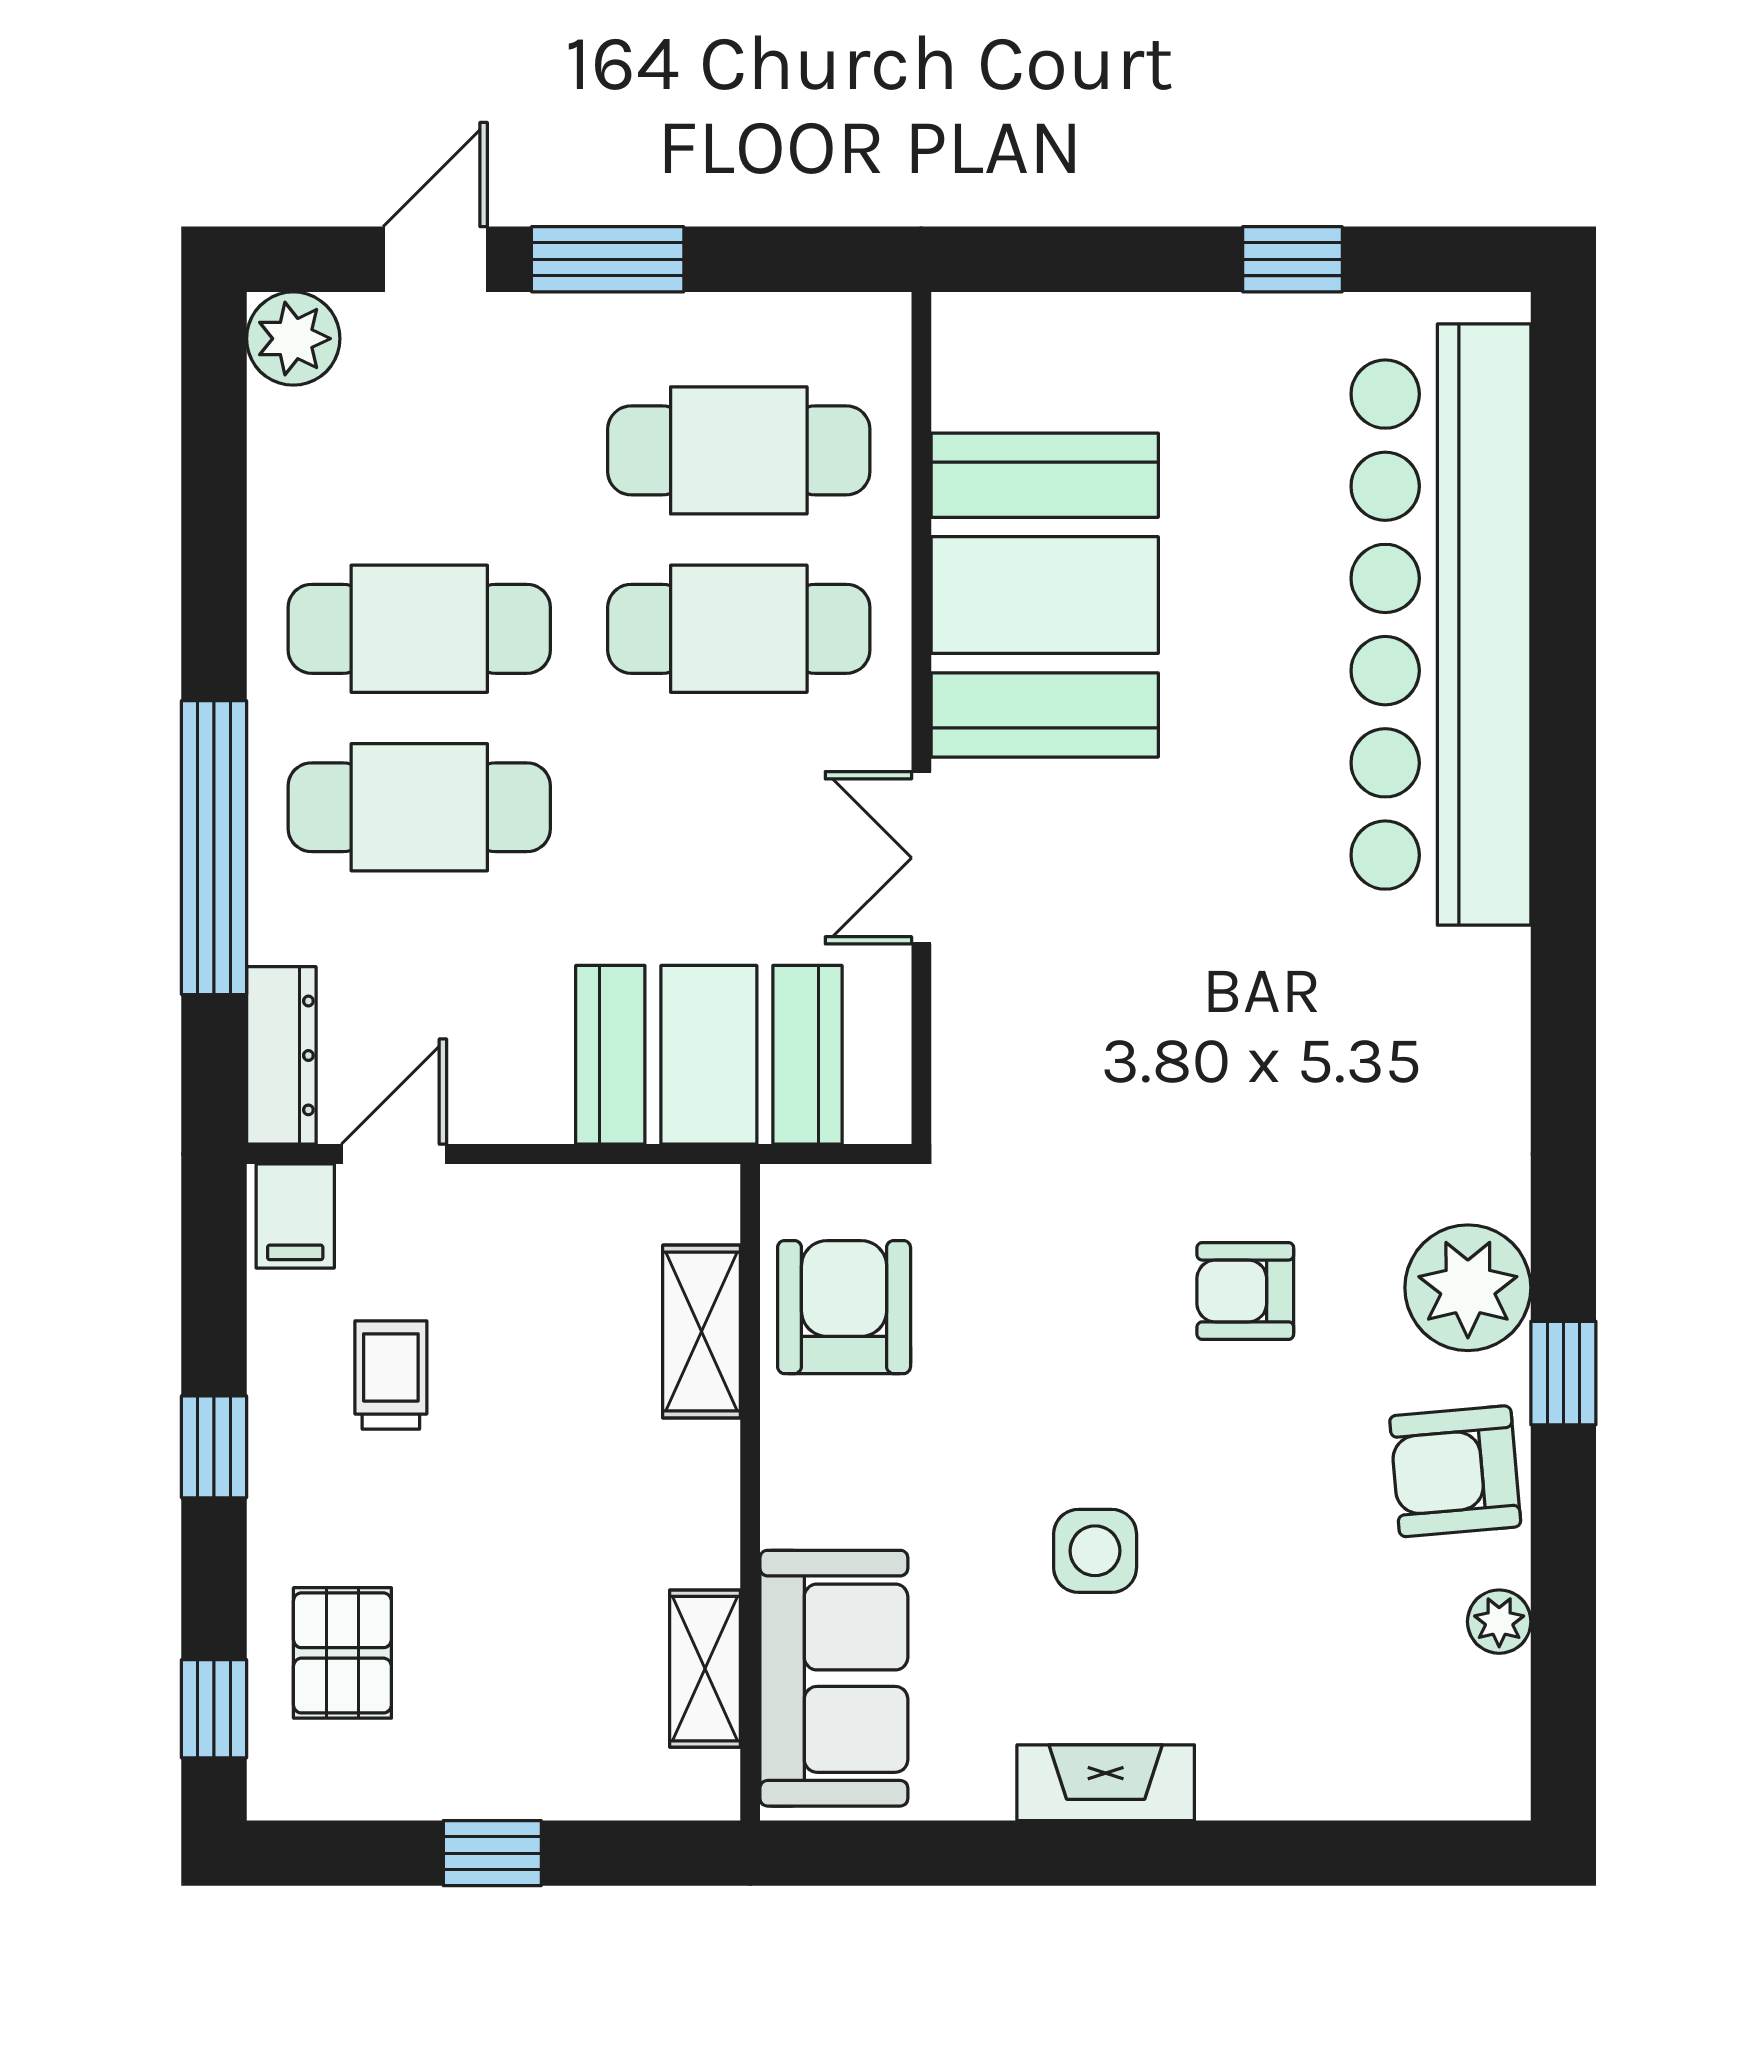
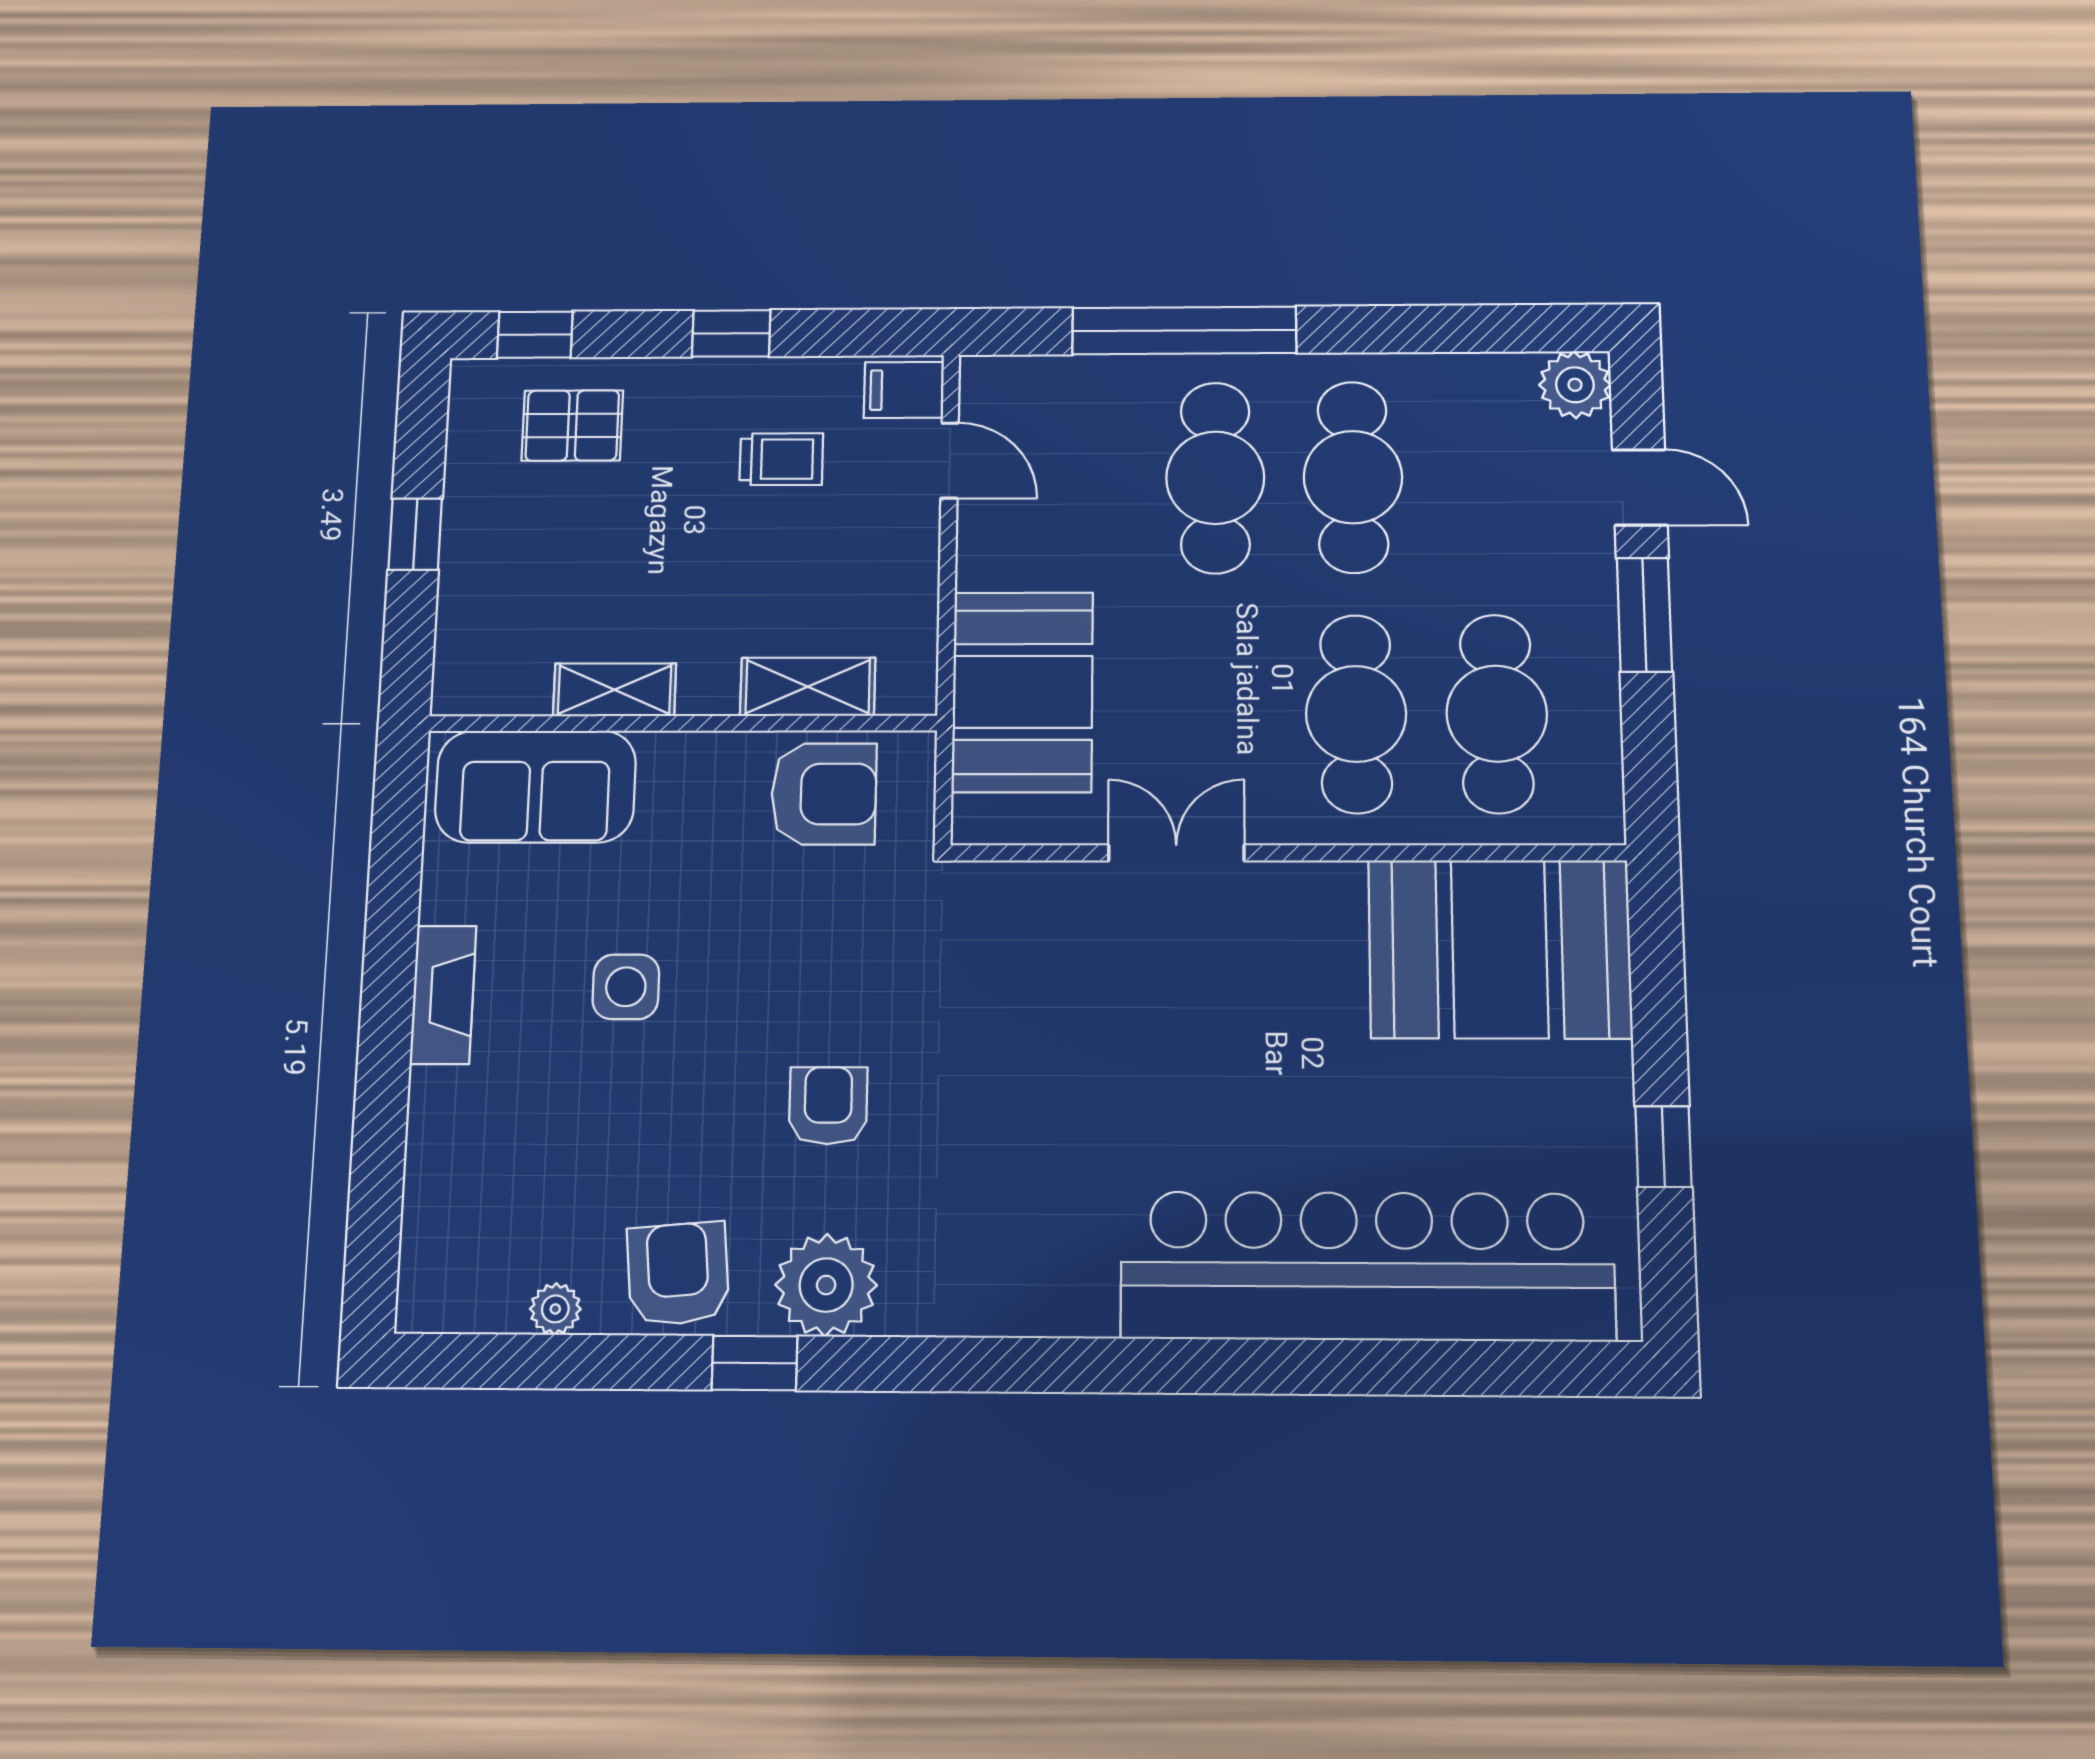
booth: (1045, 595) -> (1500, 949), moved
dresser: (281, 1055) -> (1026, 379), removed
shelving: (705, 1669) -> (615, 690), moved

